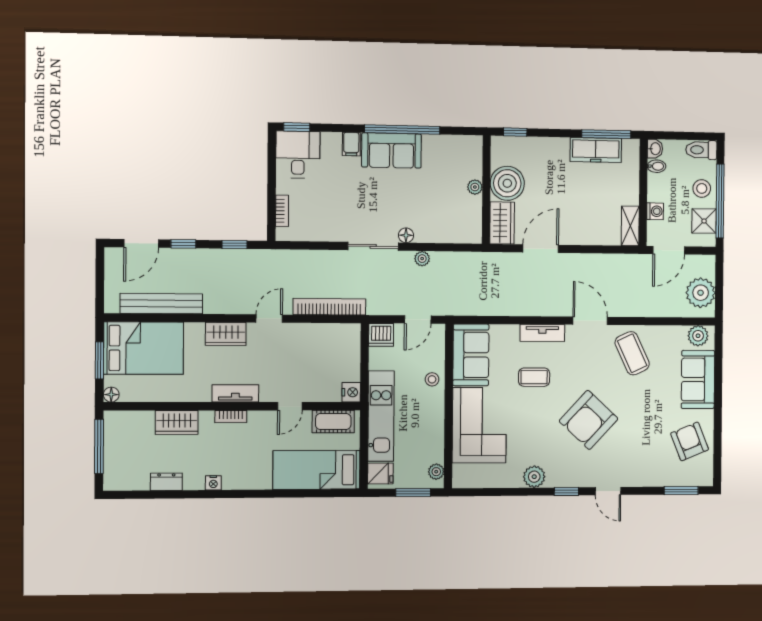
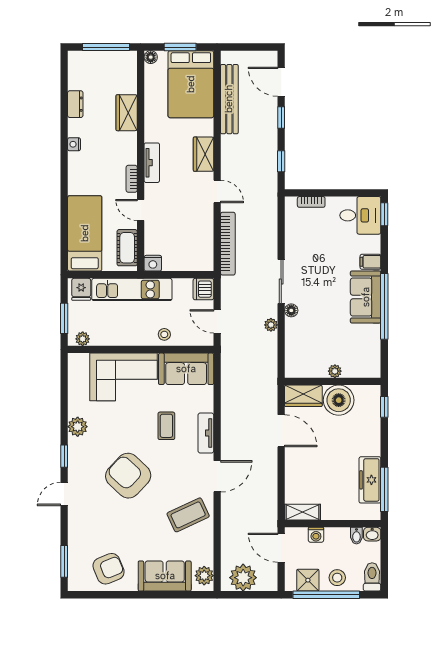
bookcase: (231, 417) -> (132, 179), moved

